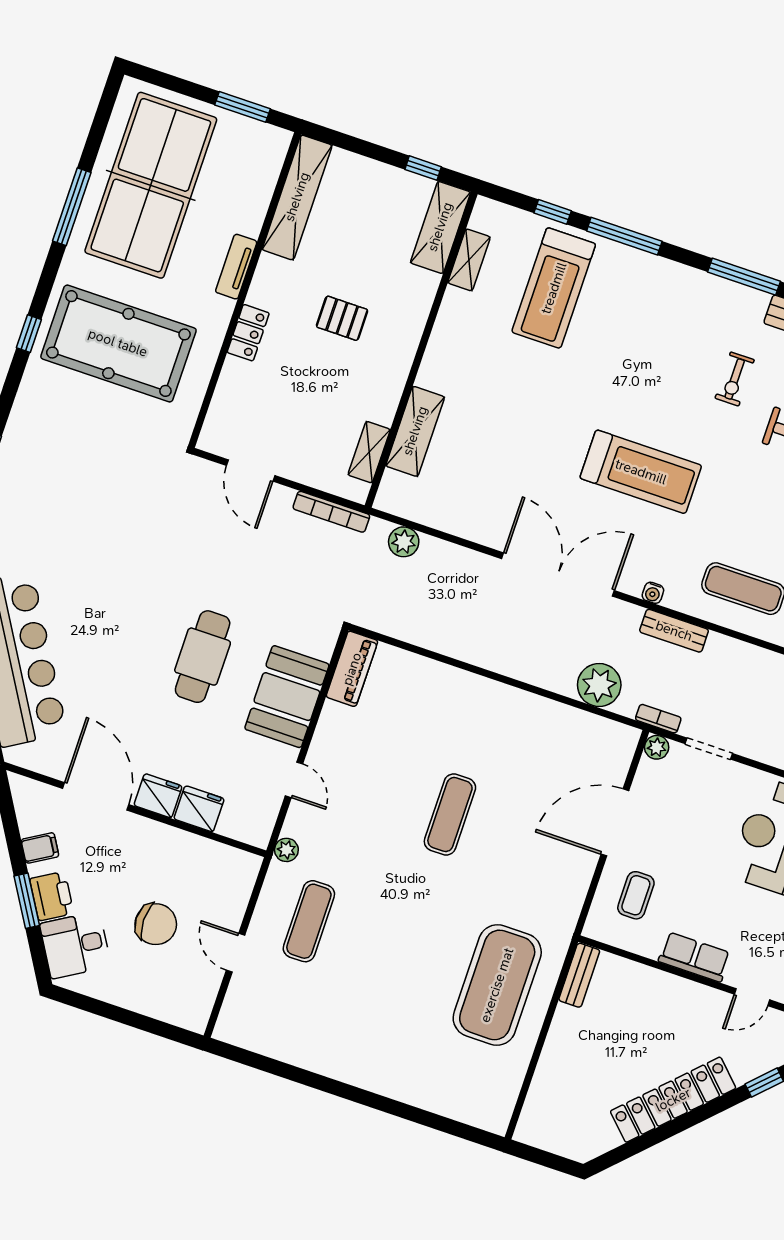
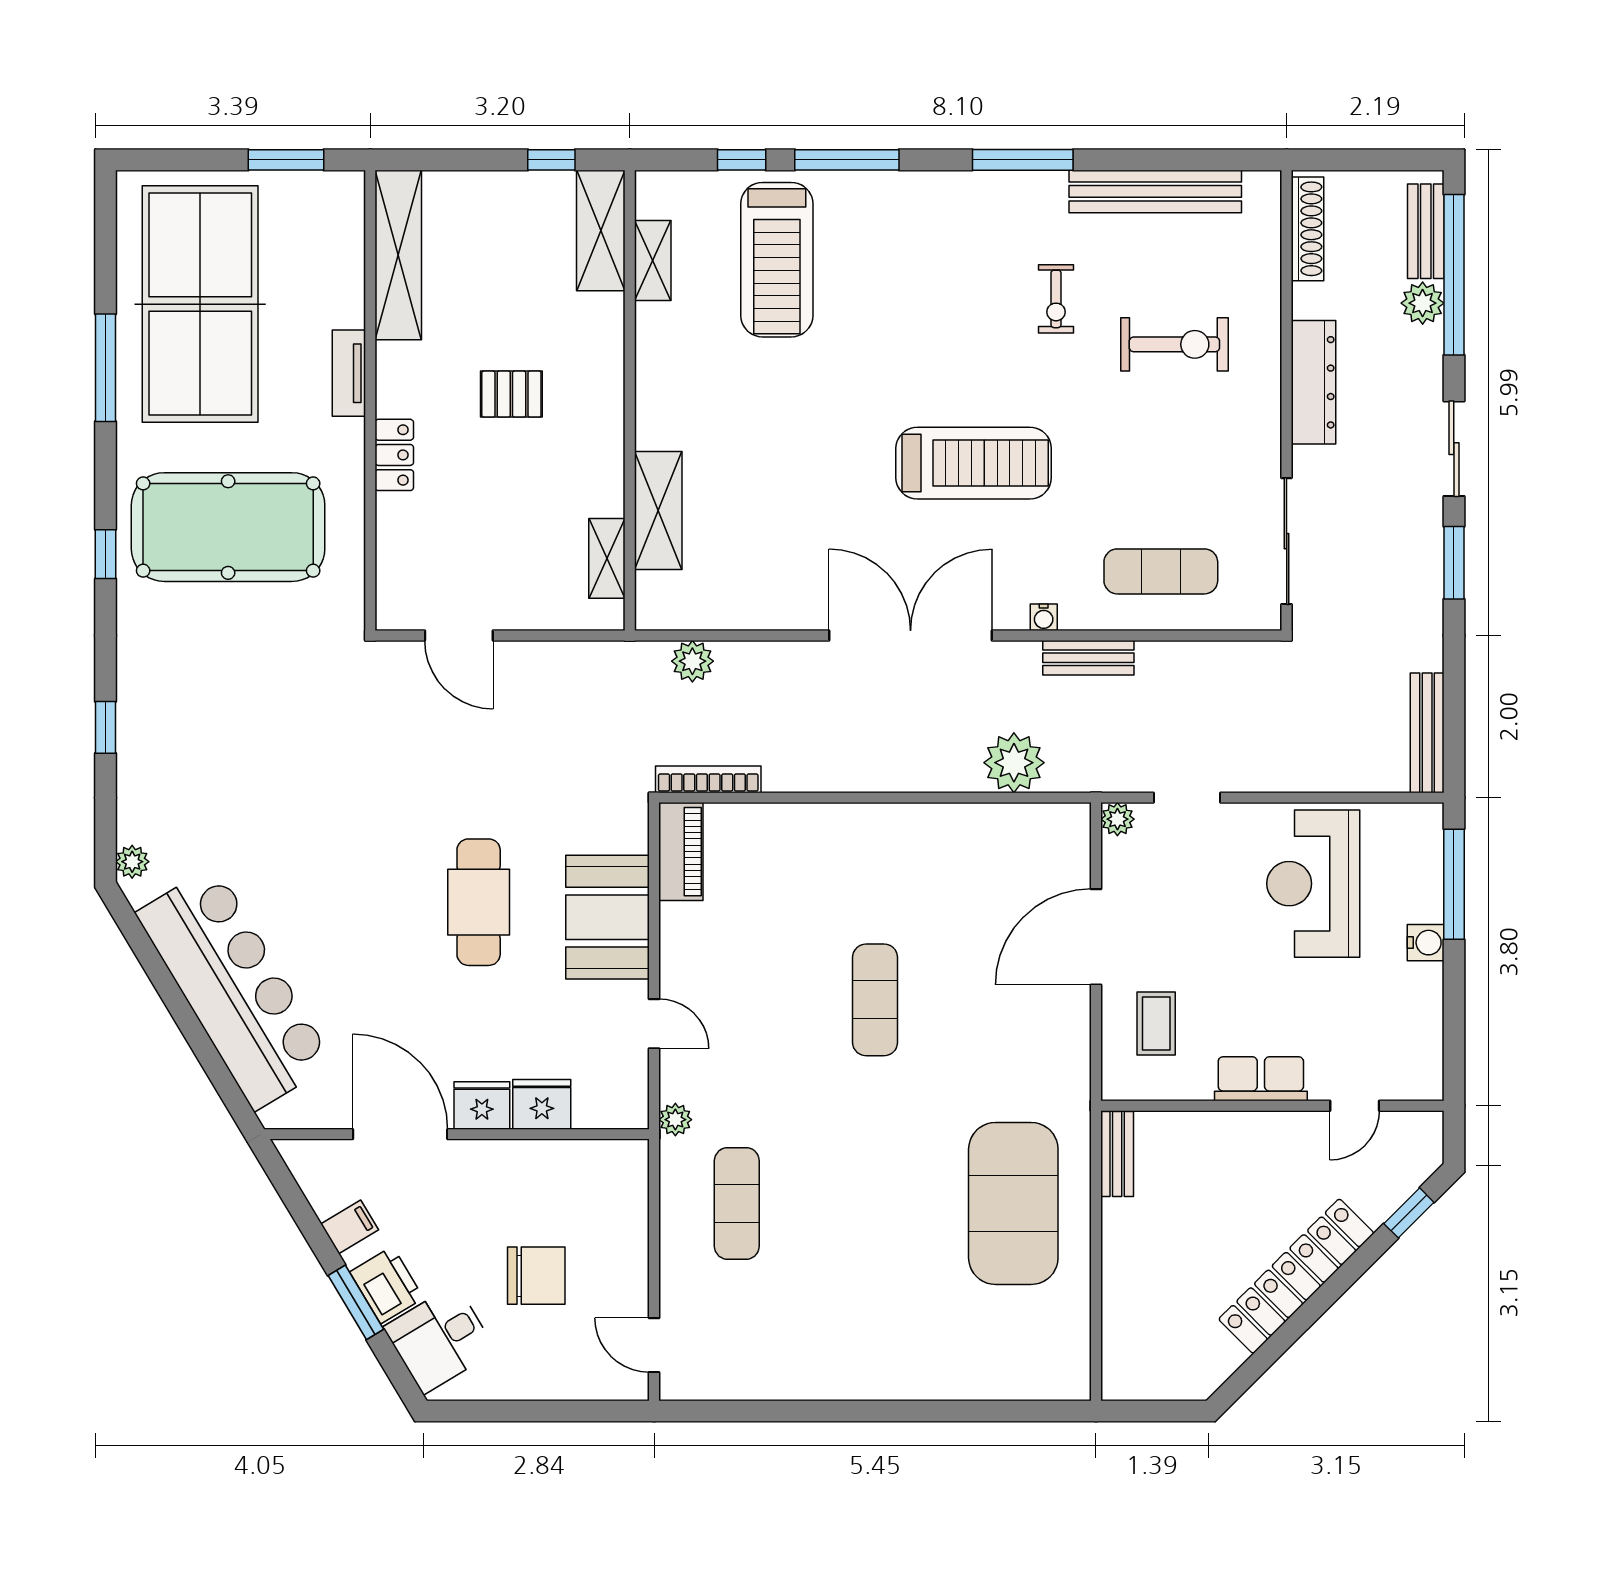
bookcase: (331, 512) -> (708, 779), moved, turned 180
bookcase: (658, 719) -> (1107, 781), removed
door: (235, 953) -> (654, 1345), moved

